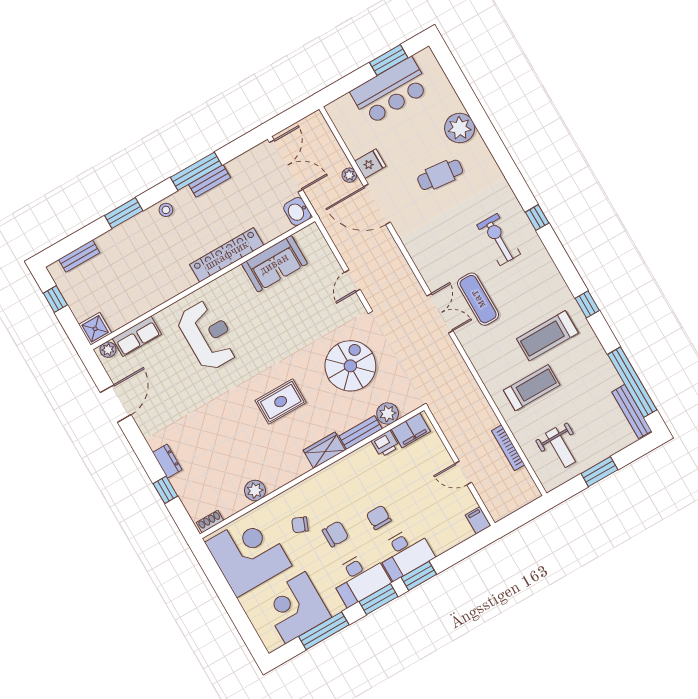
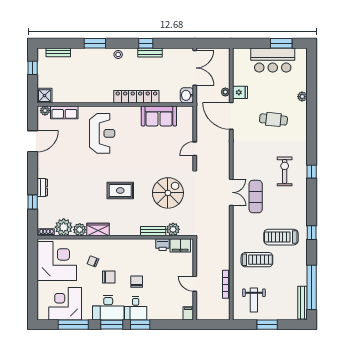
plant: (460, 128) -> (302, 97), width x0.53, depth x0.53
window: (196, 171) -> (146, 43), width x0.46
wardrobe: (324, 450) -> (98, 229), moved
plant: (230, 500) -> (64, 227), added
desk: (405, 553) -> (136, 308), width x0.73

